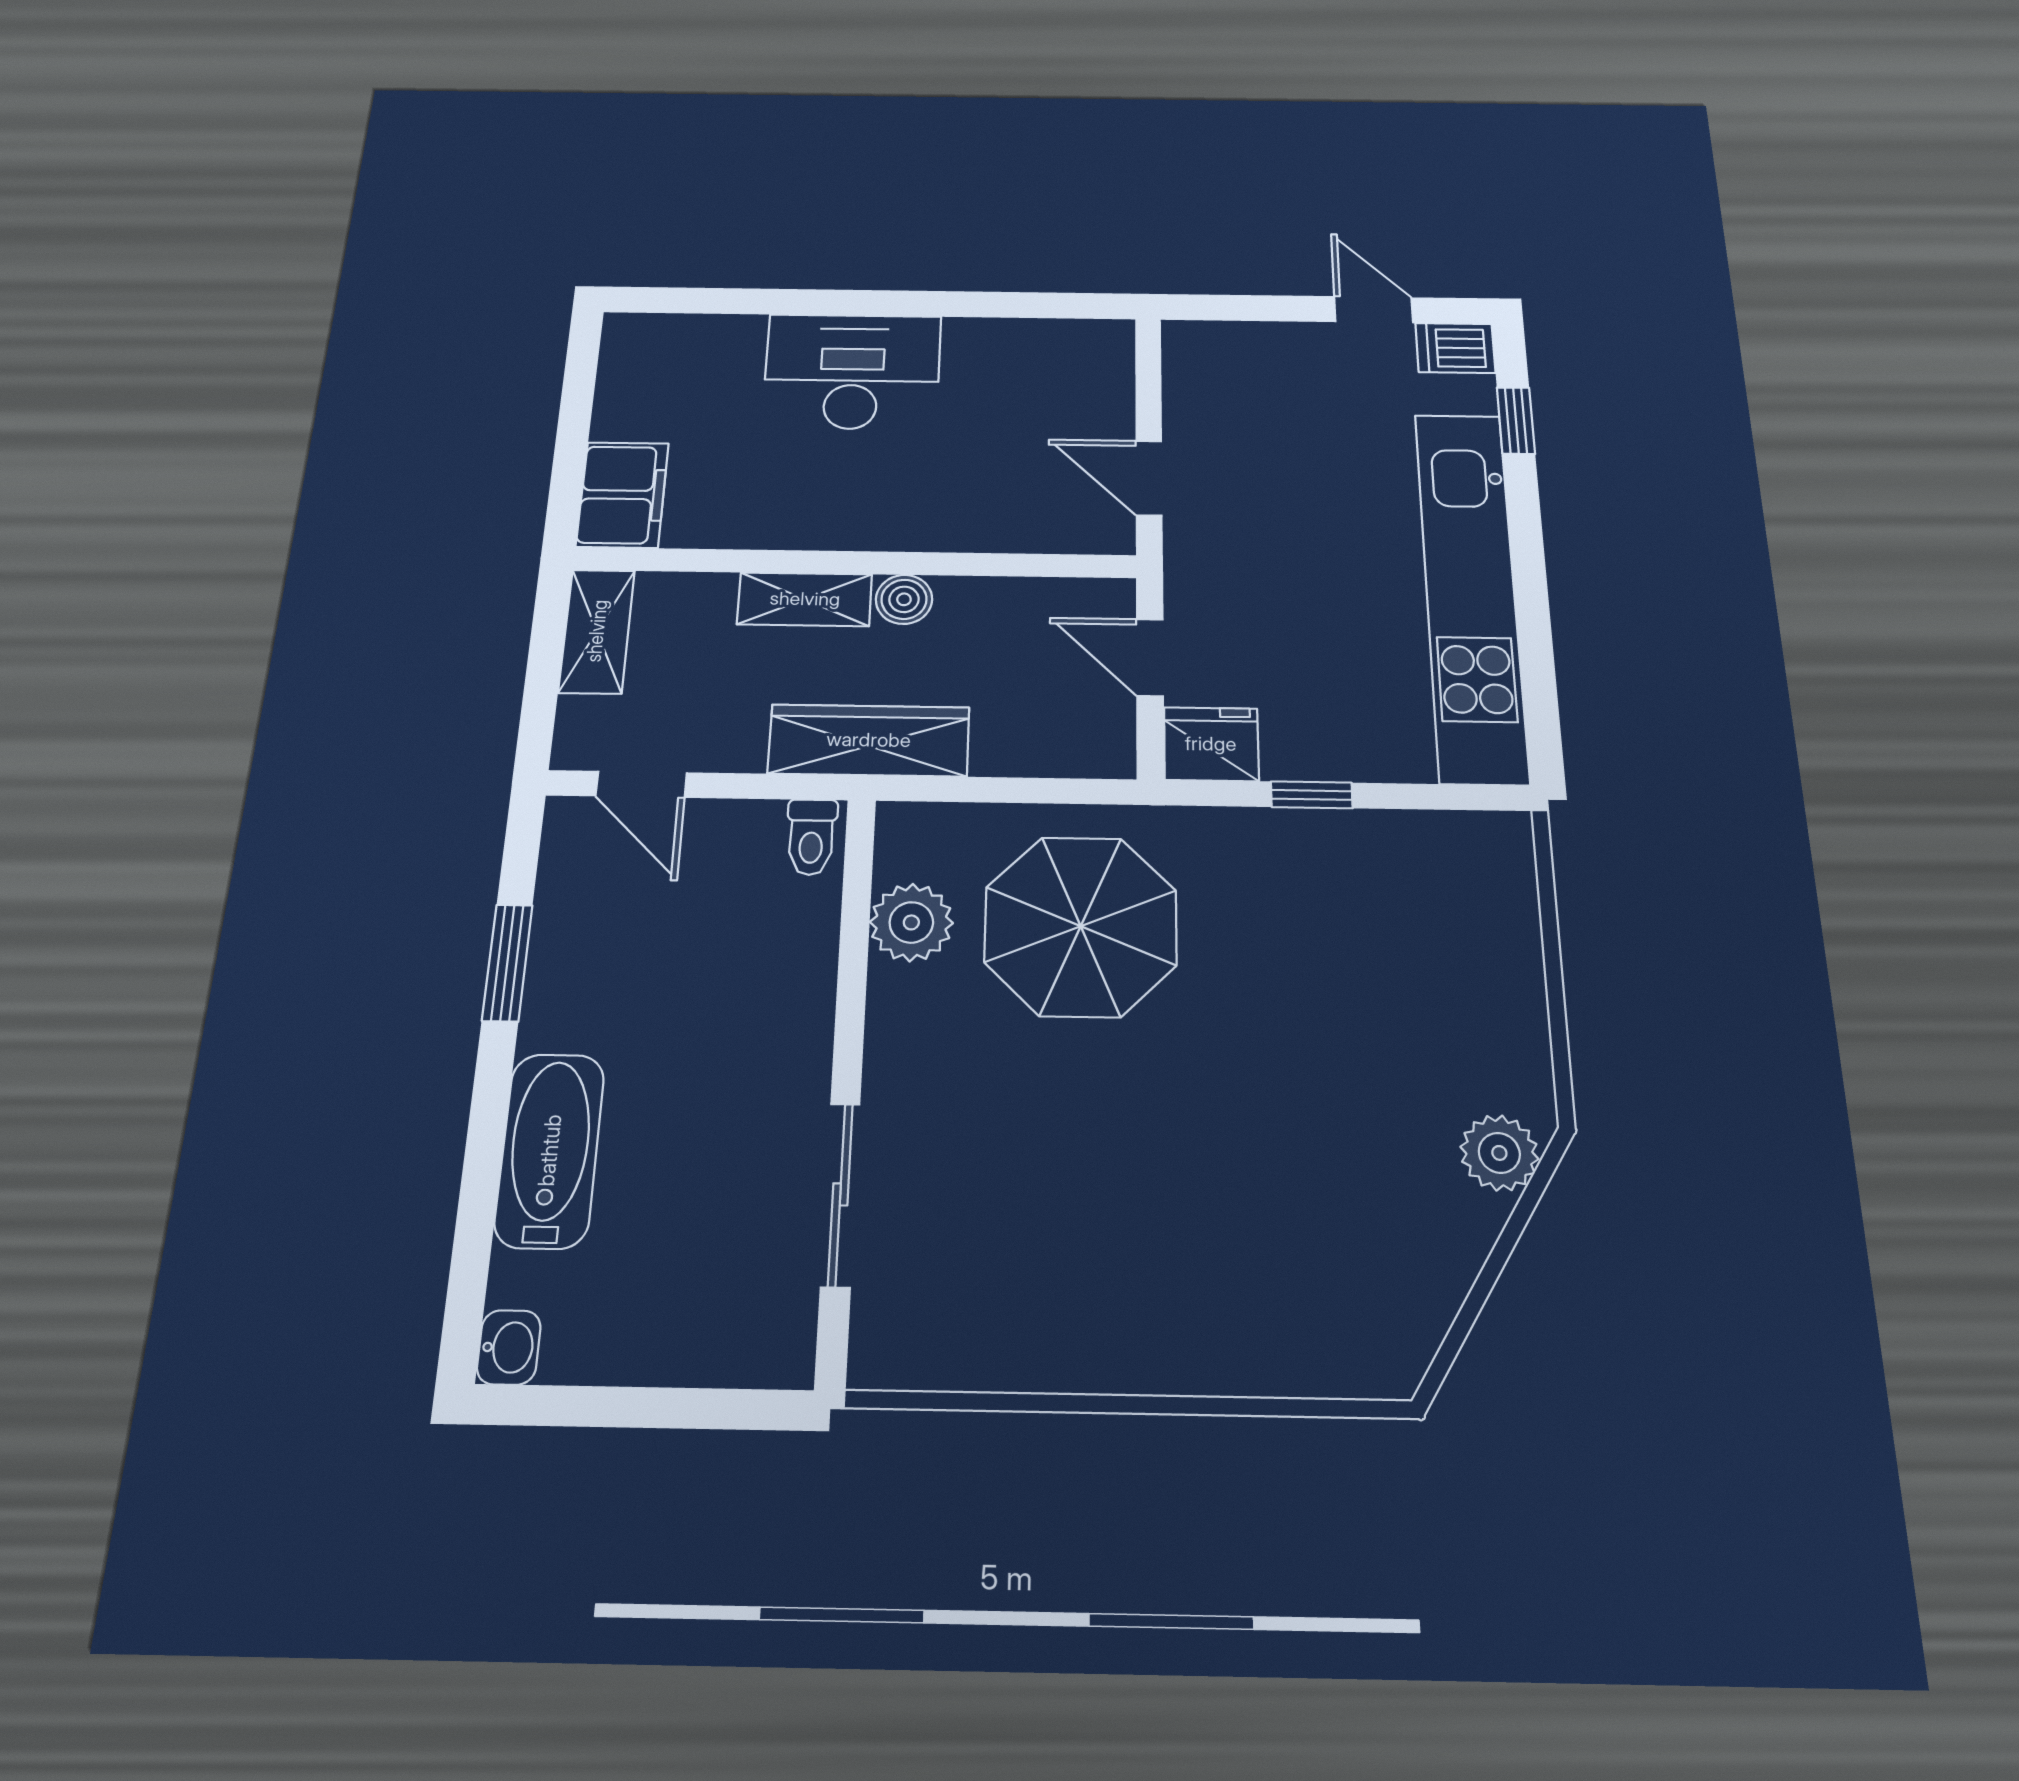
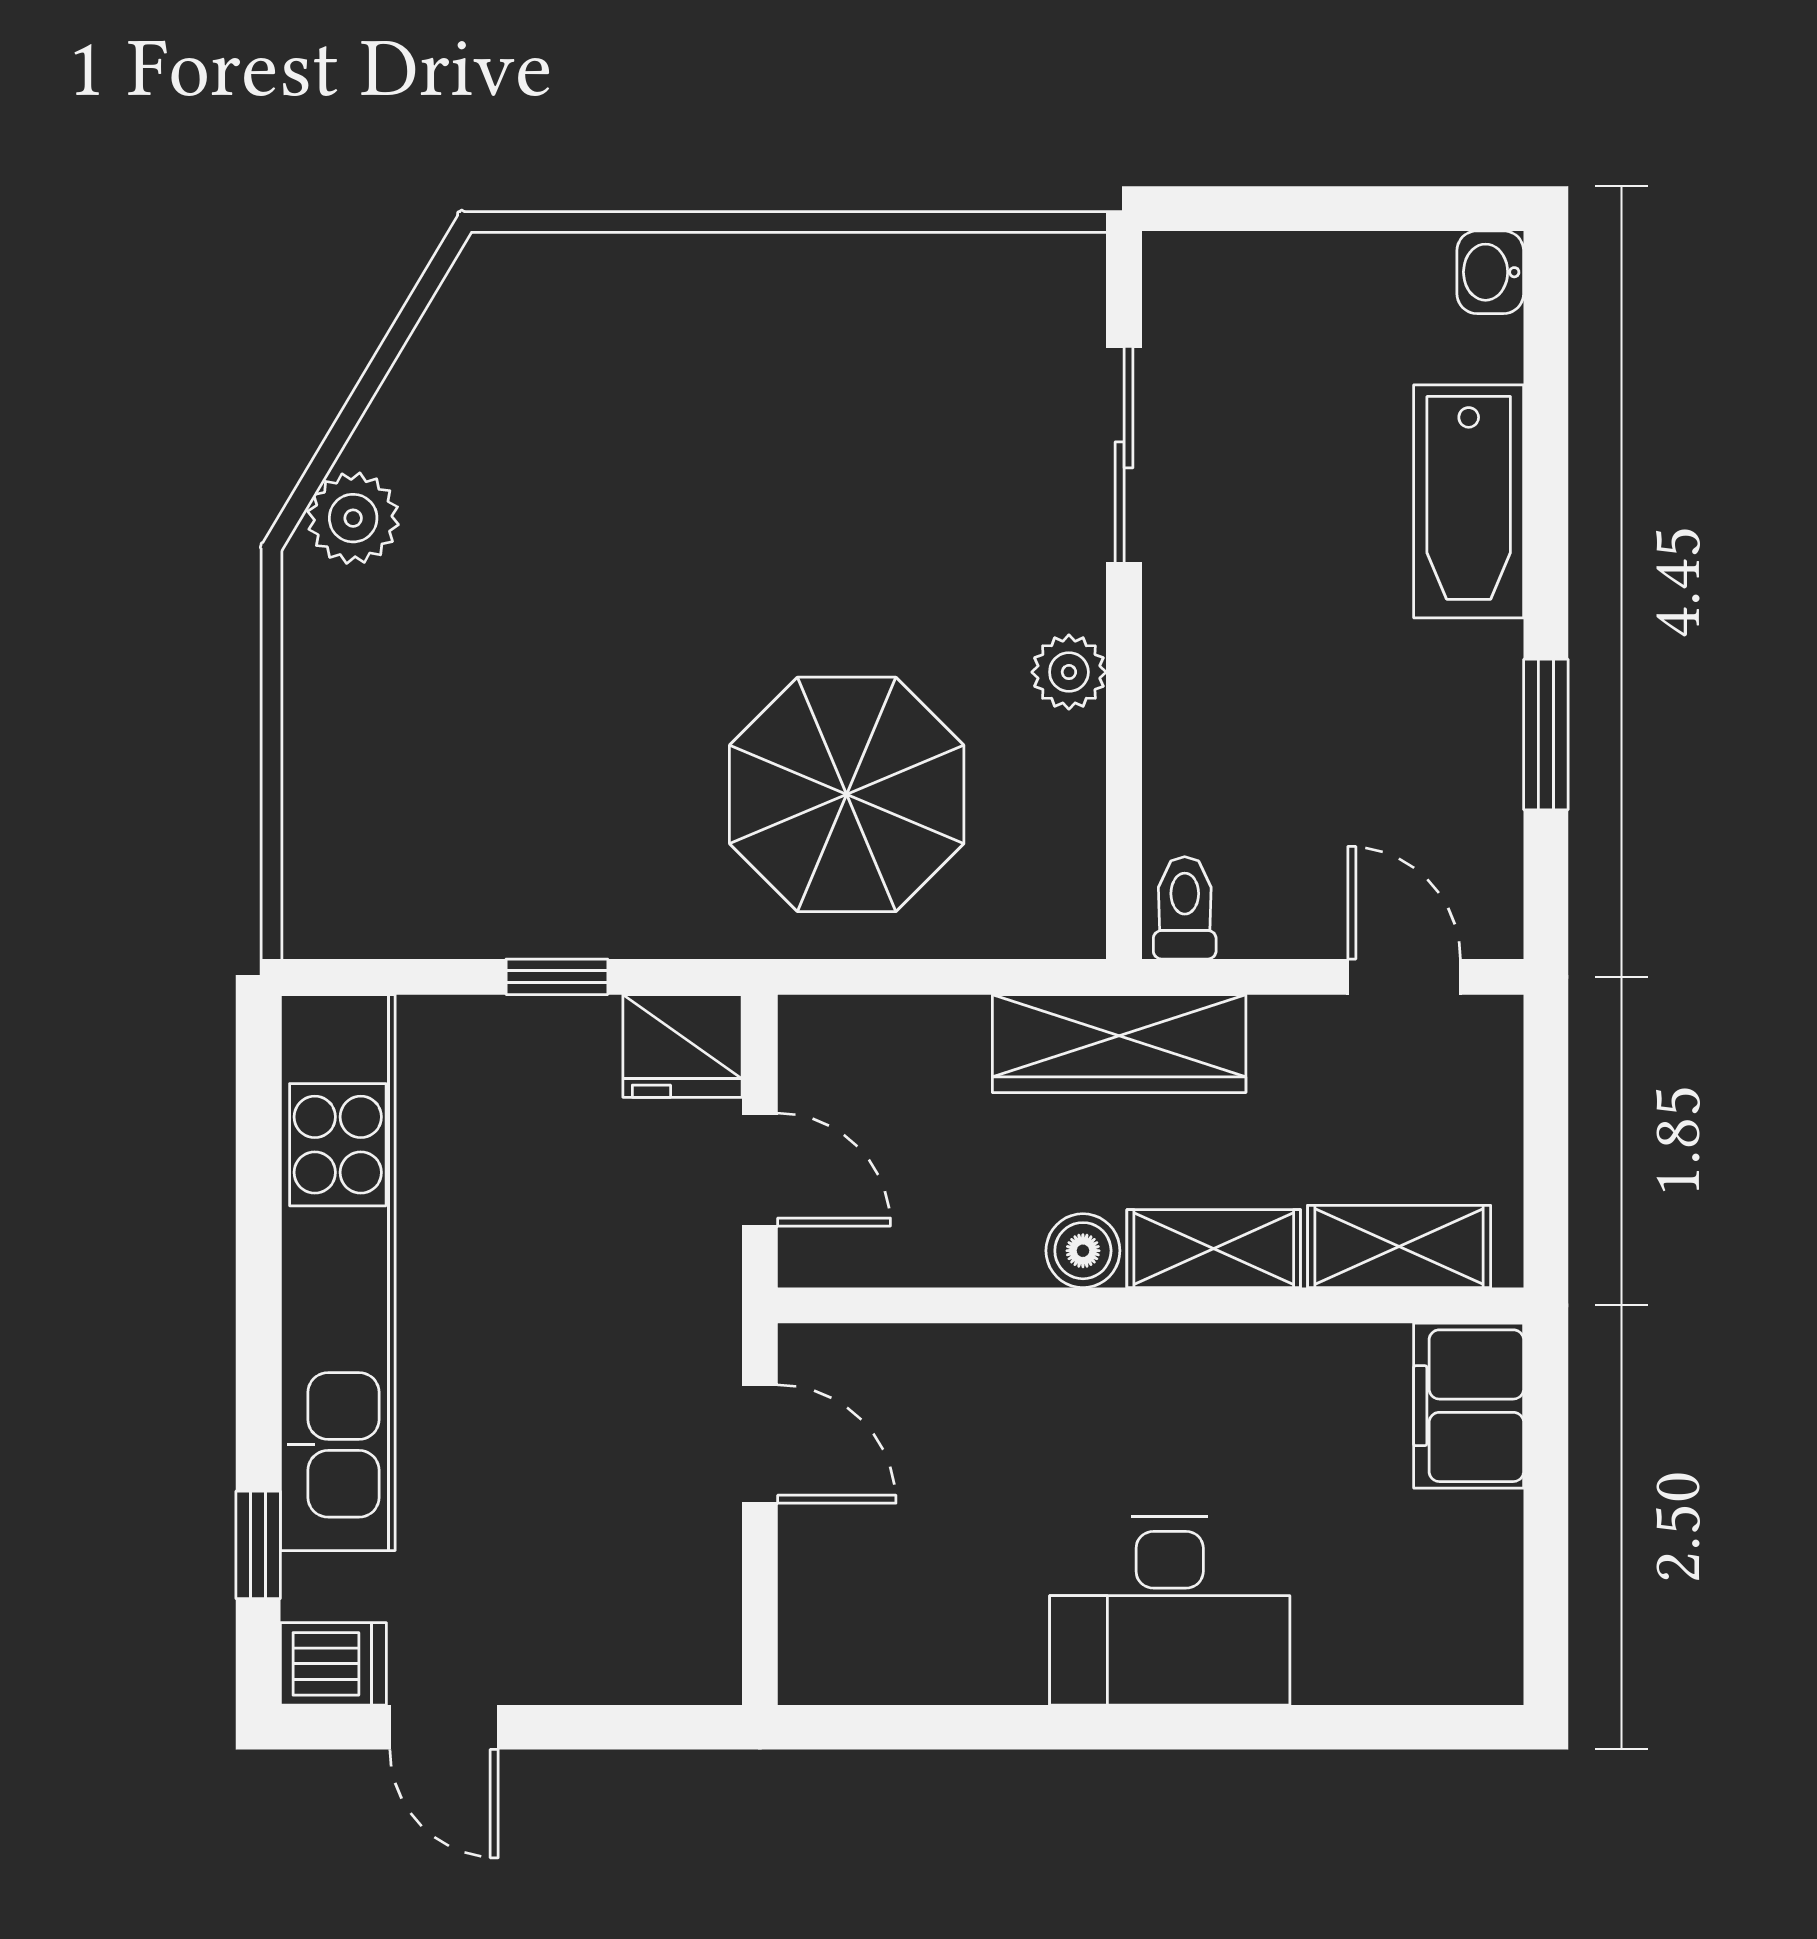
shelving: (597, 631) -> (1399, 1246), moved, turned 90
plant: (911, 922) -> (1069, 672), moved, width x0.73, depth x0.73

